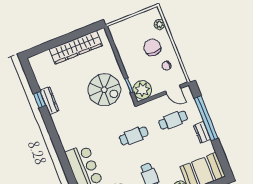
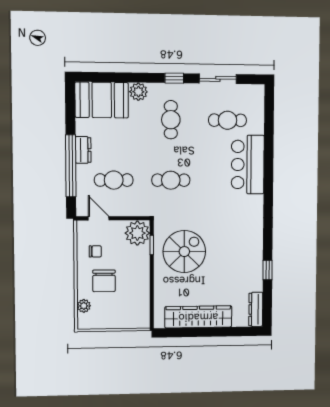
spiral stairs: (104, 90) -> (184, 252), turned 90
dresser: (49, 100) -> (256, 309), moved

